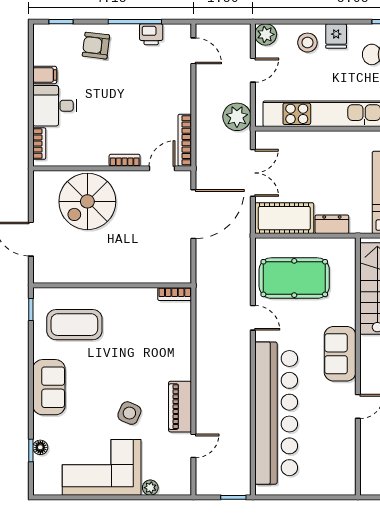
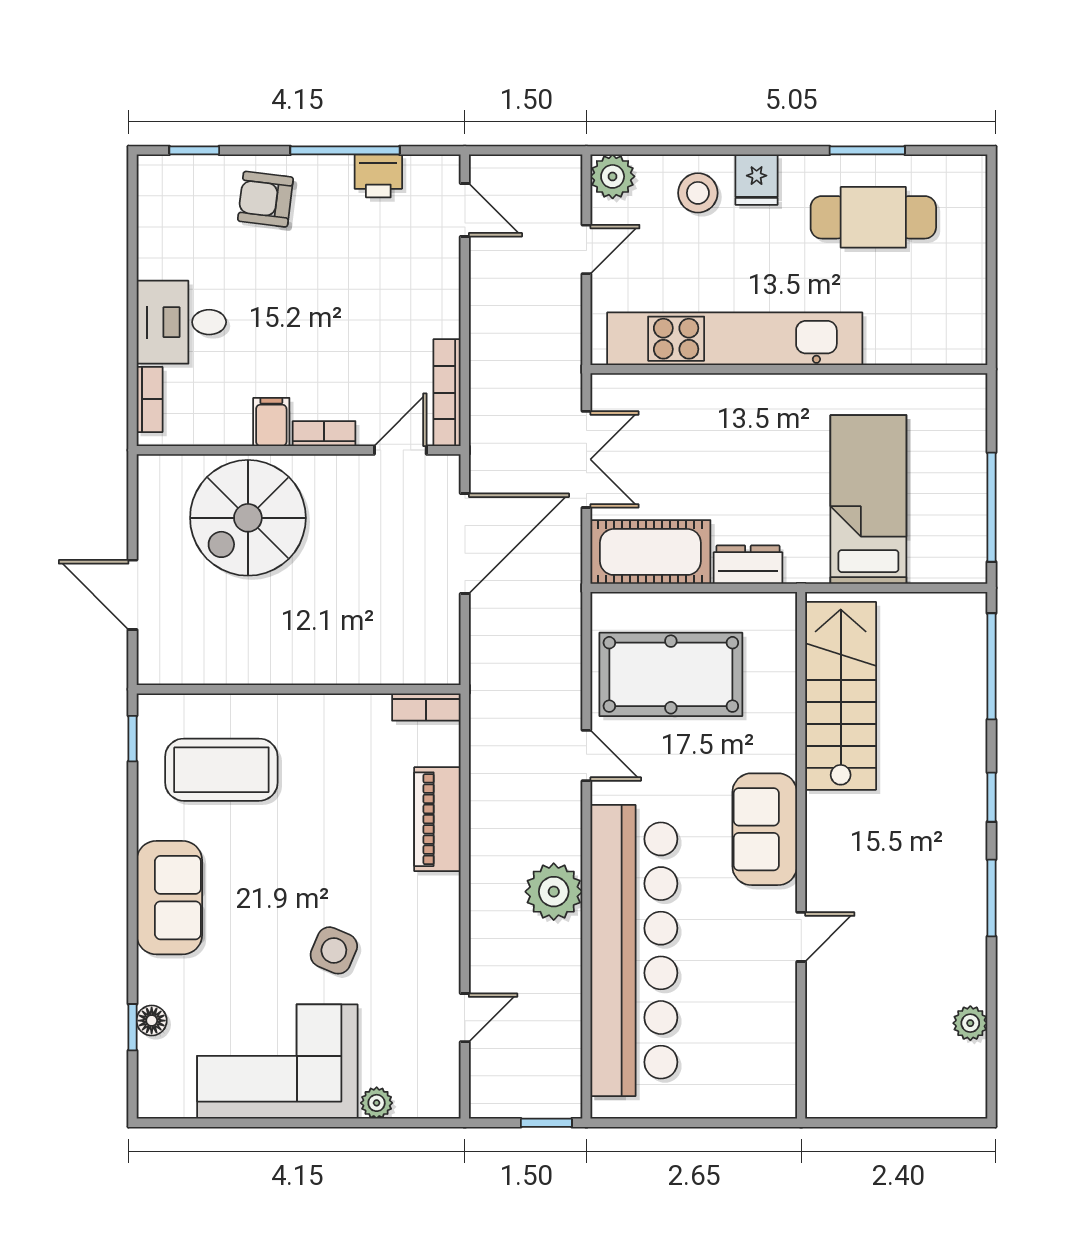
filing cabinet: (45, 75) -> (271, 422), moved, turned -90
plant: (237, 117) -> (554, 892), moved
piano: (180, 407) -> (437, 819), moved

